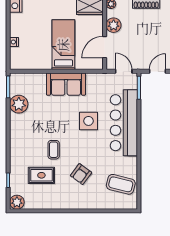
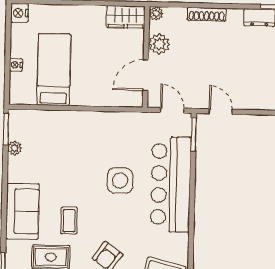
bed: (63, 45) -> (54, 70), moved
door: (157, 71) -> (221, 112), hinge flipped
sofa: (66, 84) -> (22, 211), moved, turned -90
plant: (19, 104) -> (15, 148), width x0.53, depth x0.53

